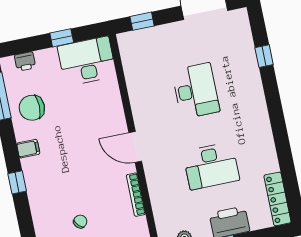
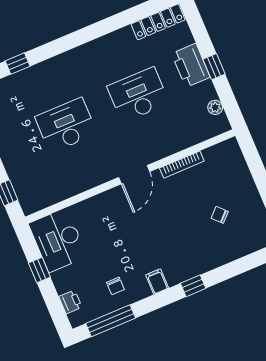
chair: (32, 108) -> (115, 286), width x0.54, depth x0.54
desk: (211, 166) -> (138, 95), turned -90

